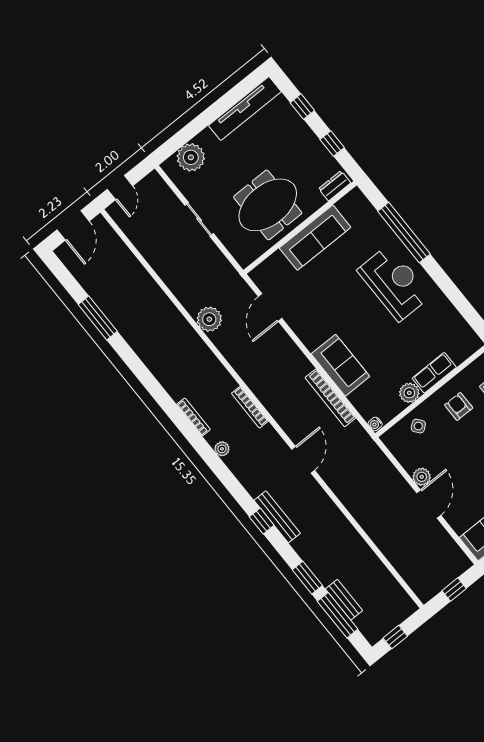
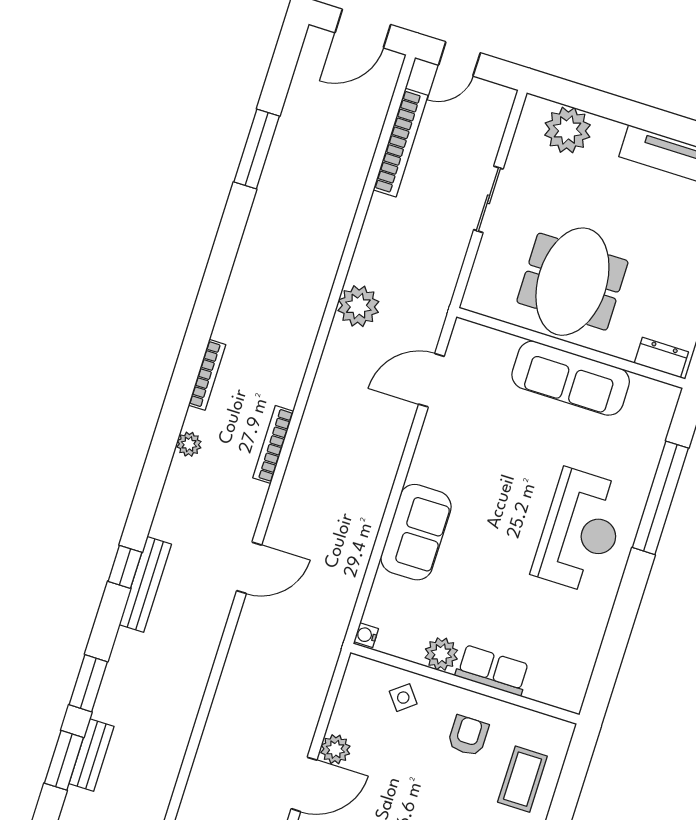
meeting table: (268, 205) -> (572, 282), turned 90
bookcase: (330, 398) -> (401, 143), moved, turned 180
window: (338, 615) -> (64, 760), width x0.69

